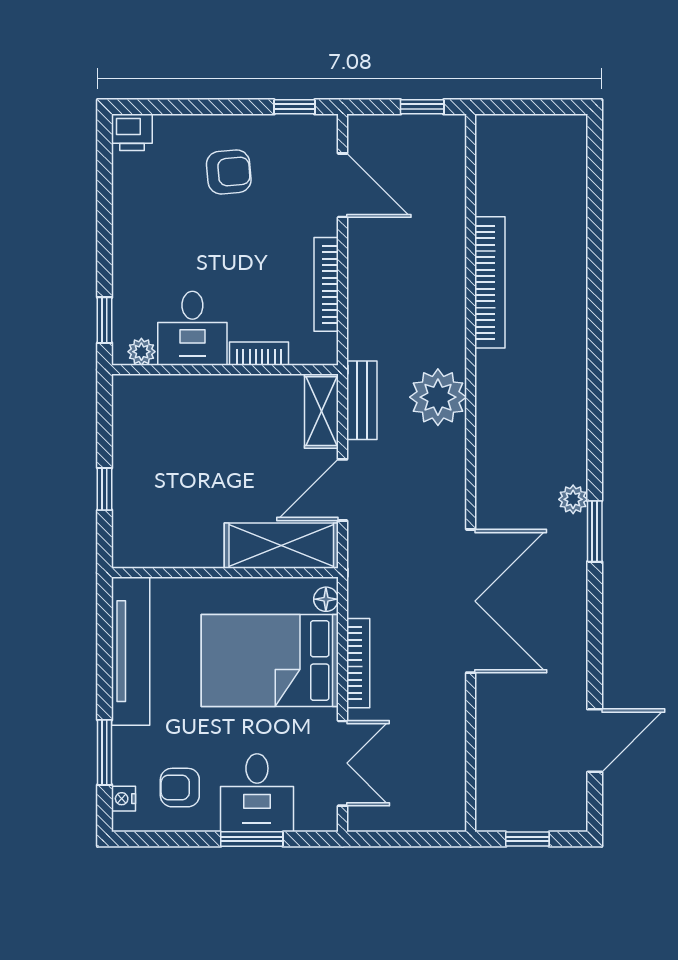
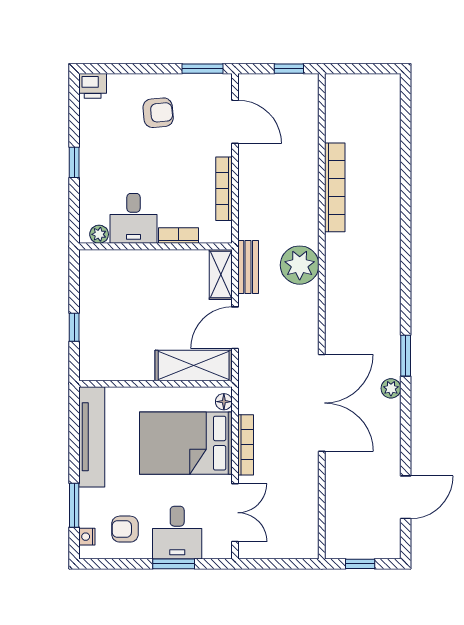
window: (294, 107) -> (203, 69), width x1.50
window: (105, 320) -> (74, 162), moved
plant: (573, 499) -> (391, 388), moved

